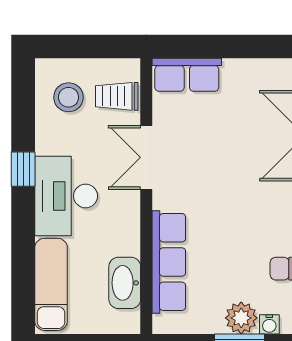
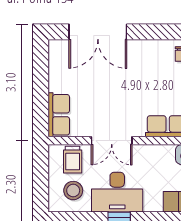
desk: (66, 196) -> (117, 192), moved

